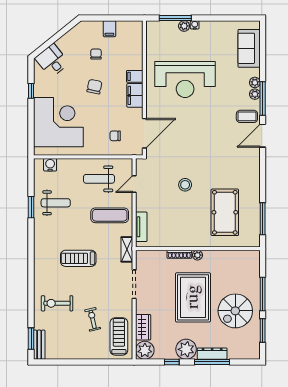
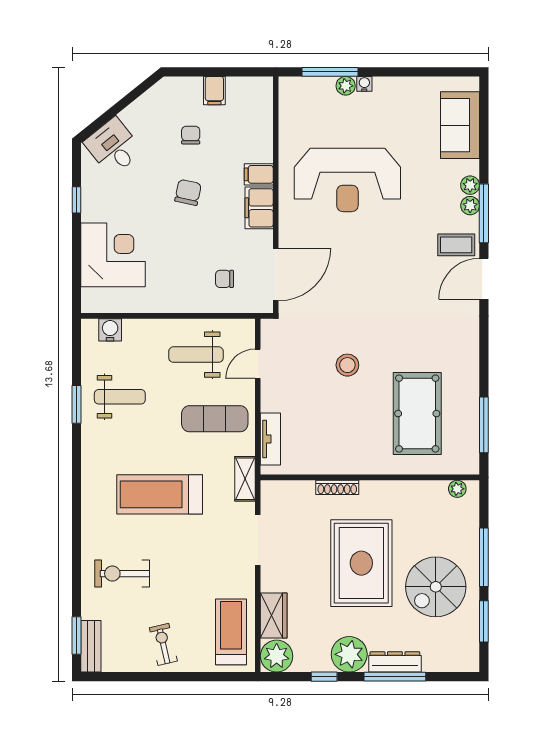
corner desk: (58, 122) -> (113, 255), width x0.74, depth x0.74
plant: (197, 255) -> (457, 489), moved
treadmill: (78, 258) -> (160, 494), width x1.37, depth x1.38
exercise bike: (93, 319) -> (163, 644), moved

